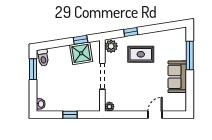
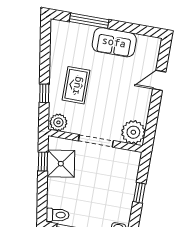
plant: (109, 107) -> (133, 132), width x1.87, depth x1.87
door: (155, 115) -> (159, 80), hinge flipped

